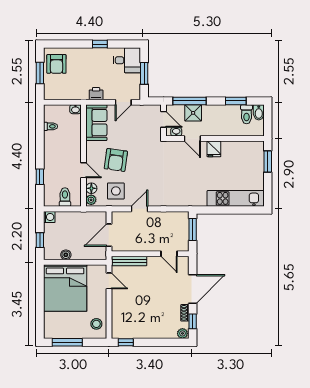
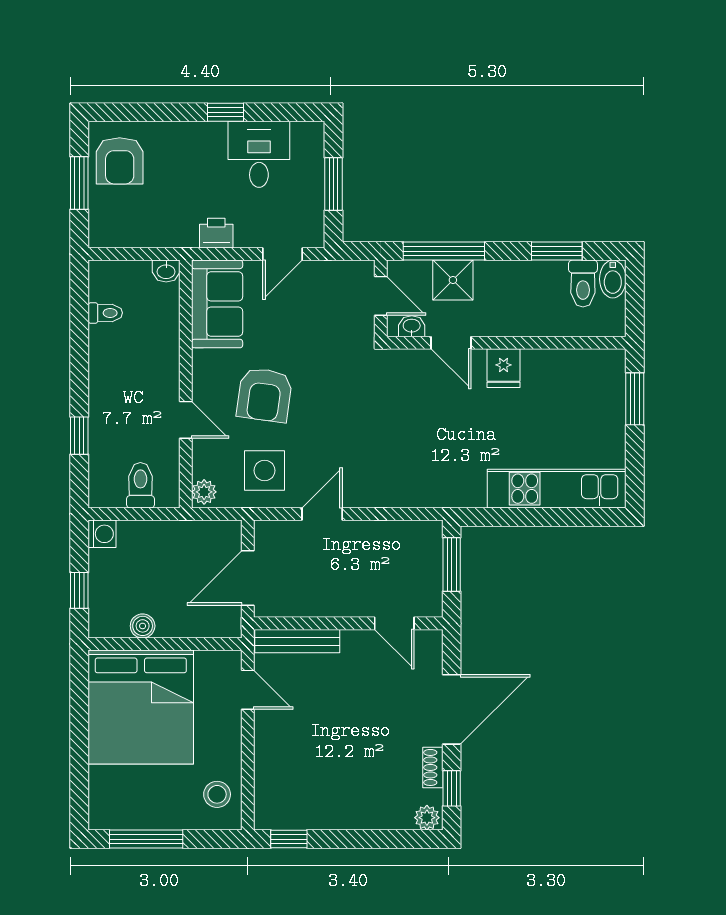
desk: (127, 60) -> (259, 154), moved, turned -90
floor lamp: (91, 188) -> (205, 464), removed

